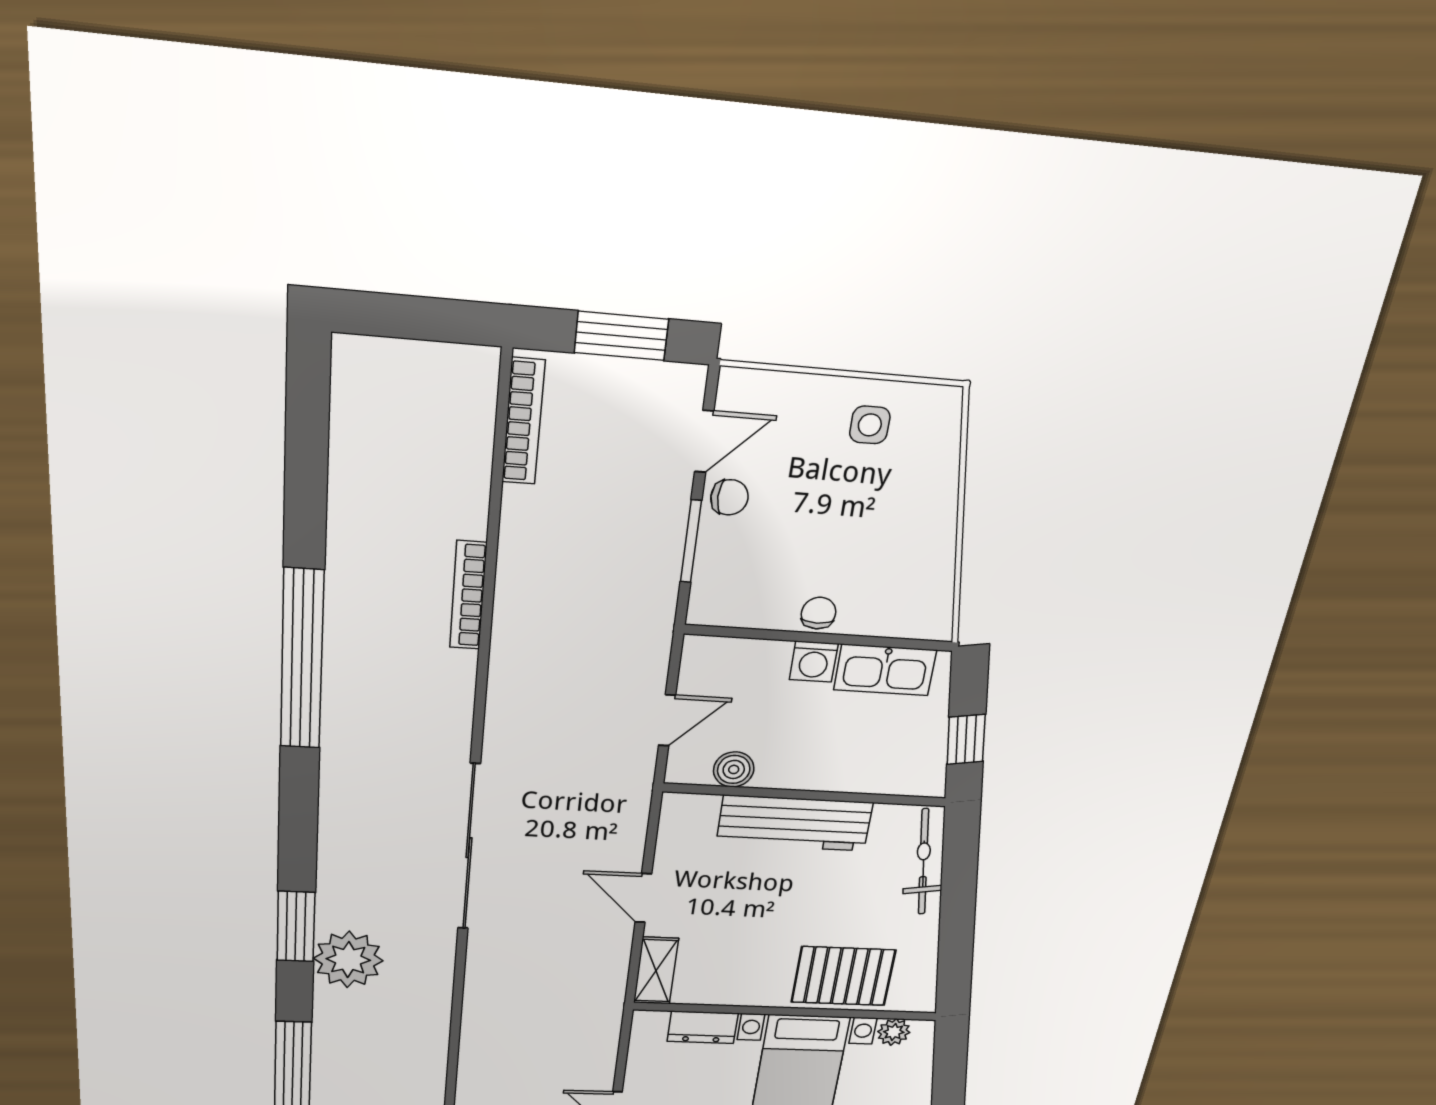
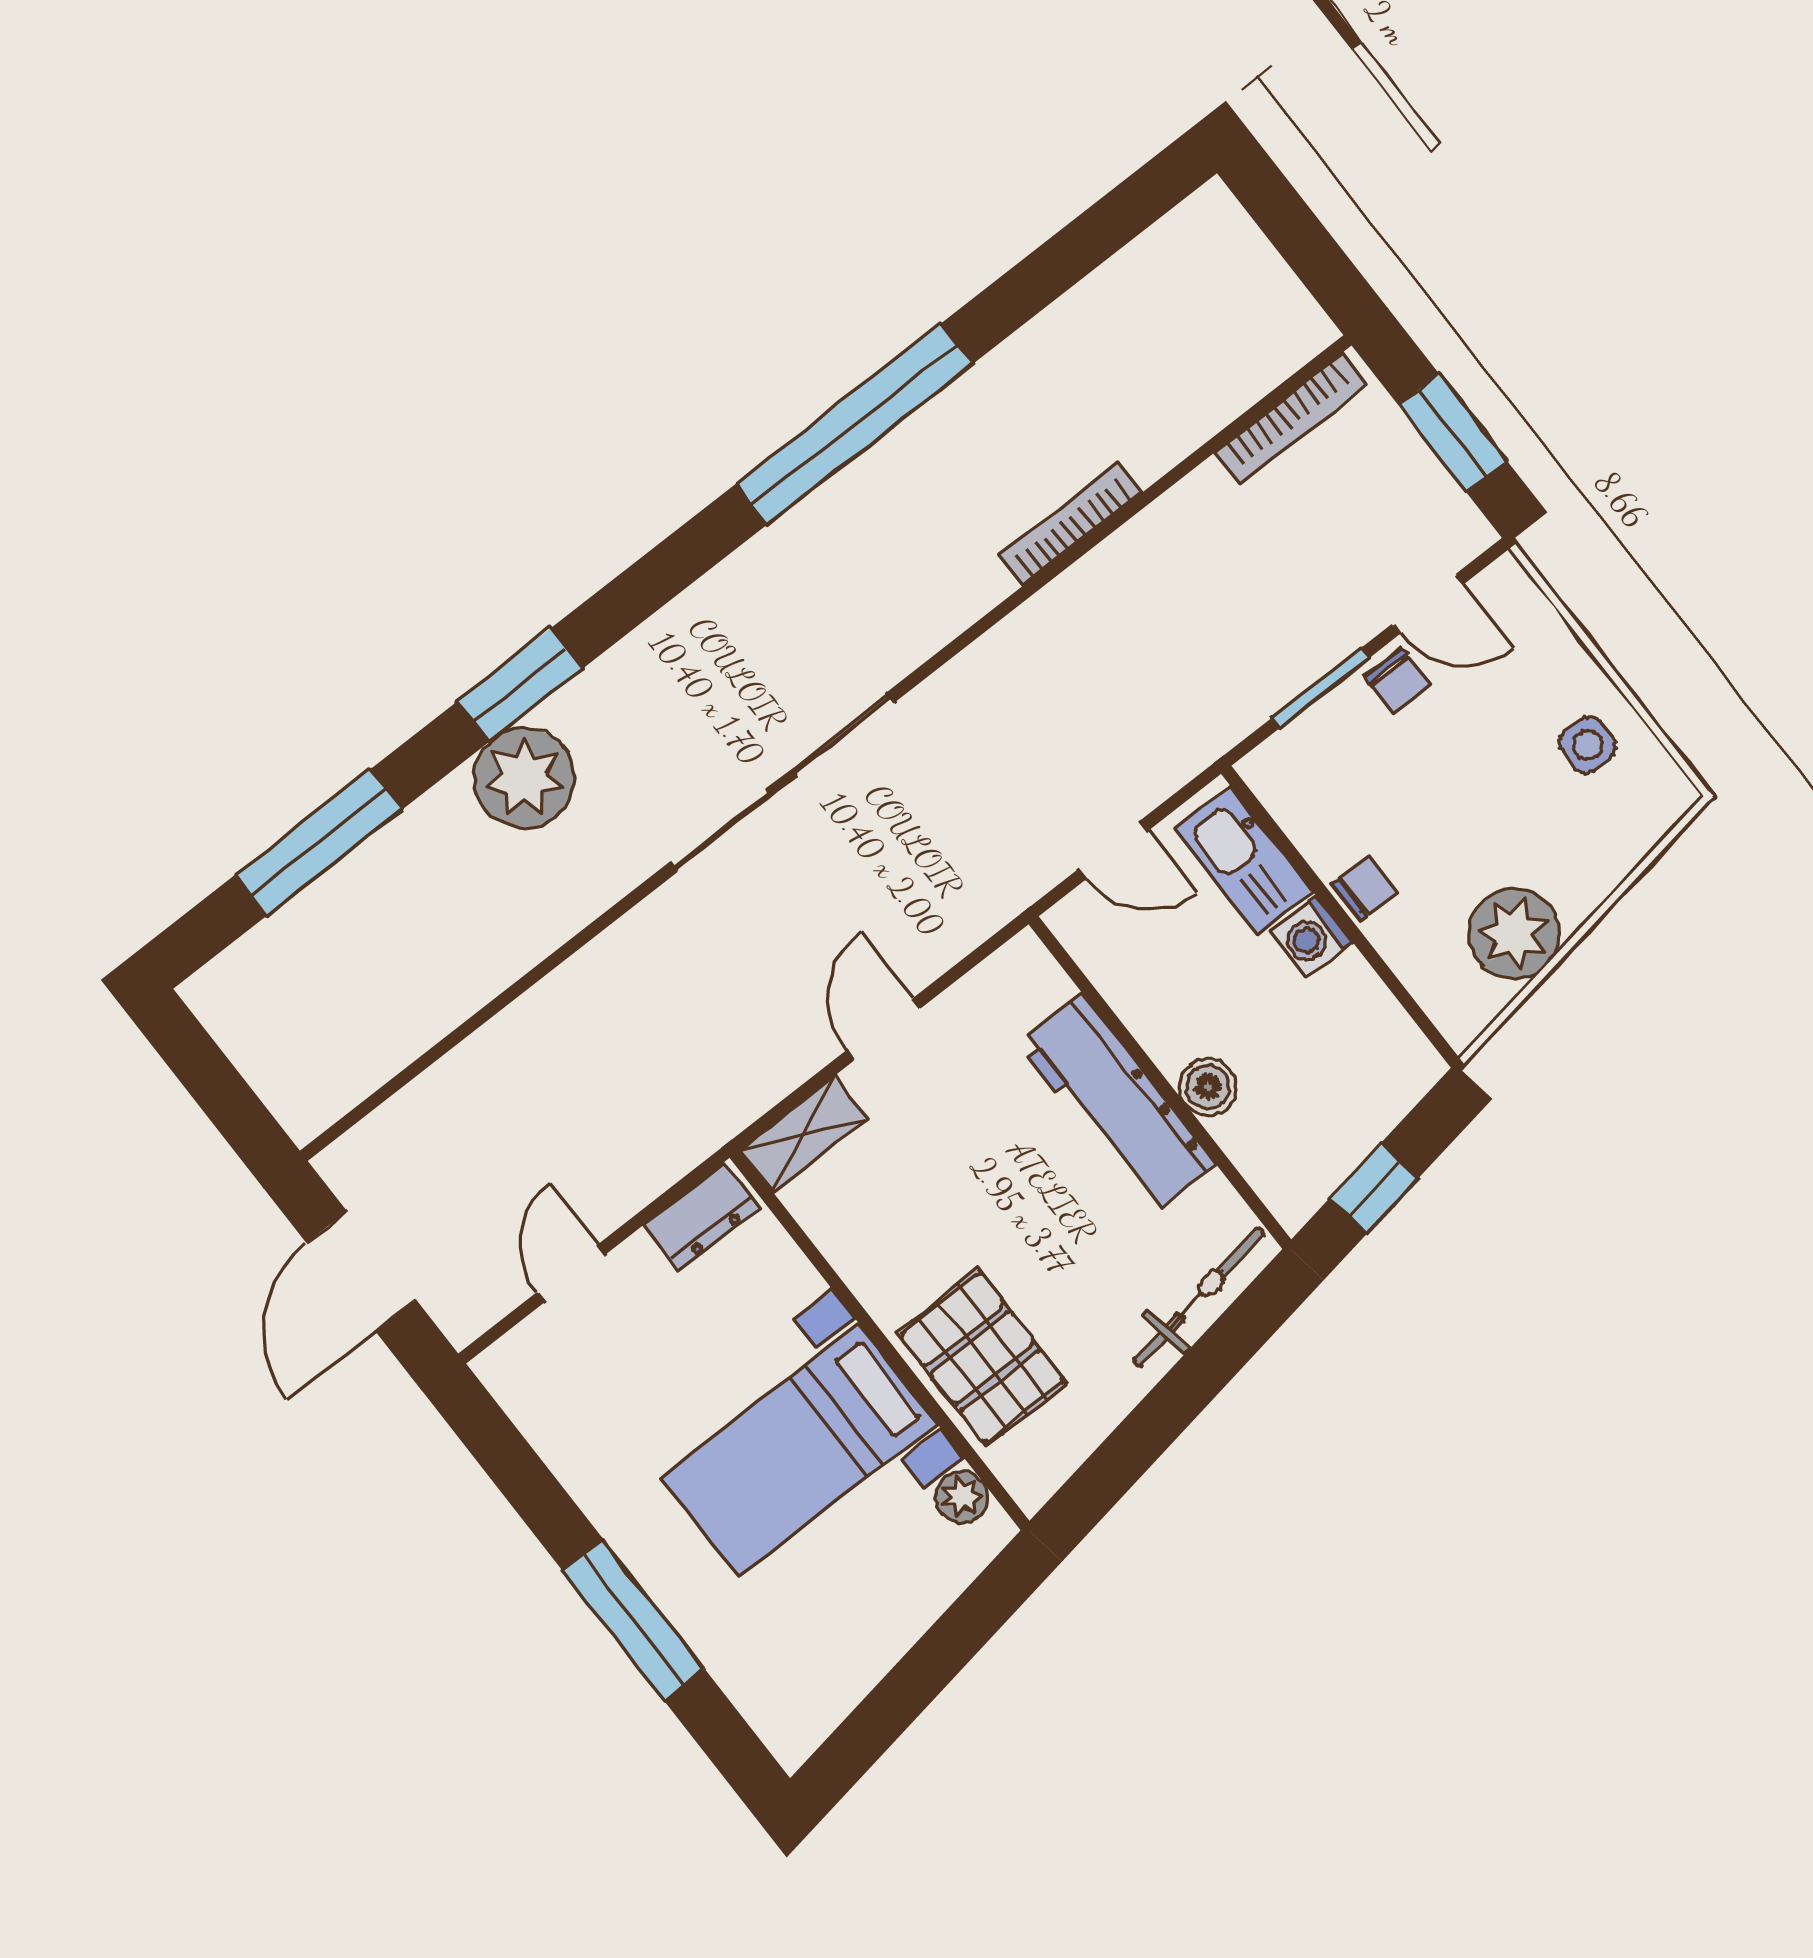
plant: (923, 558) -> (1514, 934), added
kitchen sink: (885, 670) -> (1244, 860), moved
boiler: (734, 769) -> (1208, 1087), moved
dresser: (703, 1027) -> (702, 1216), moved, turned -90

